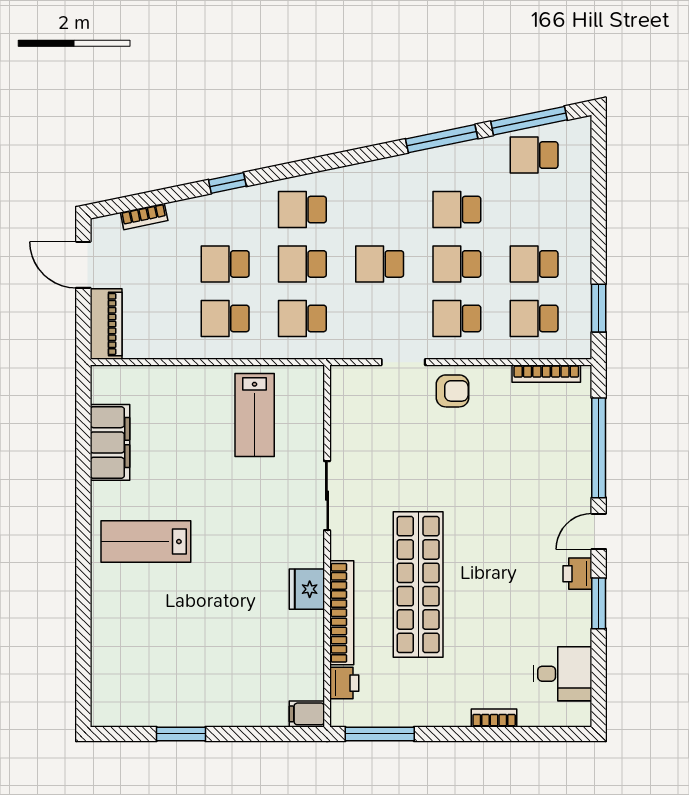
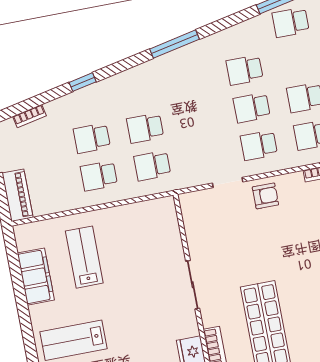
window: (442, 139) -> (174, 44), moved
school desk: (302, 210) -> (138, 90), removed
school desk: (380, 264) -> (198, 118), removed
lab bench: (255, 415) -> (84, 257), moved, turned 180

